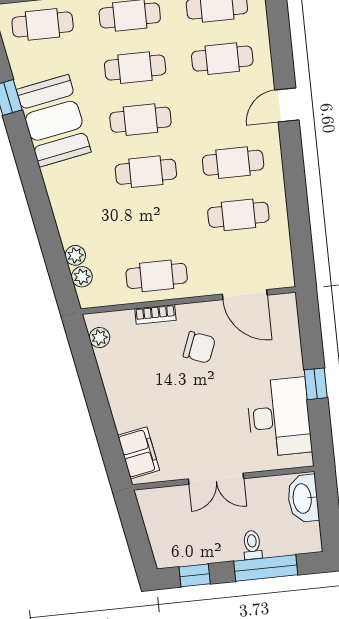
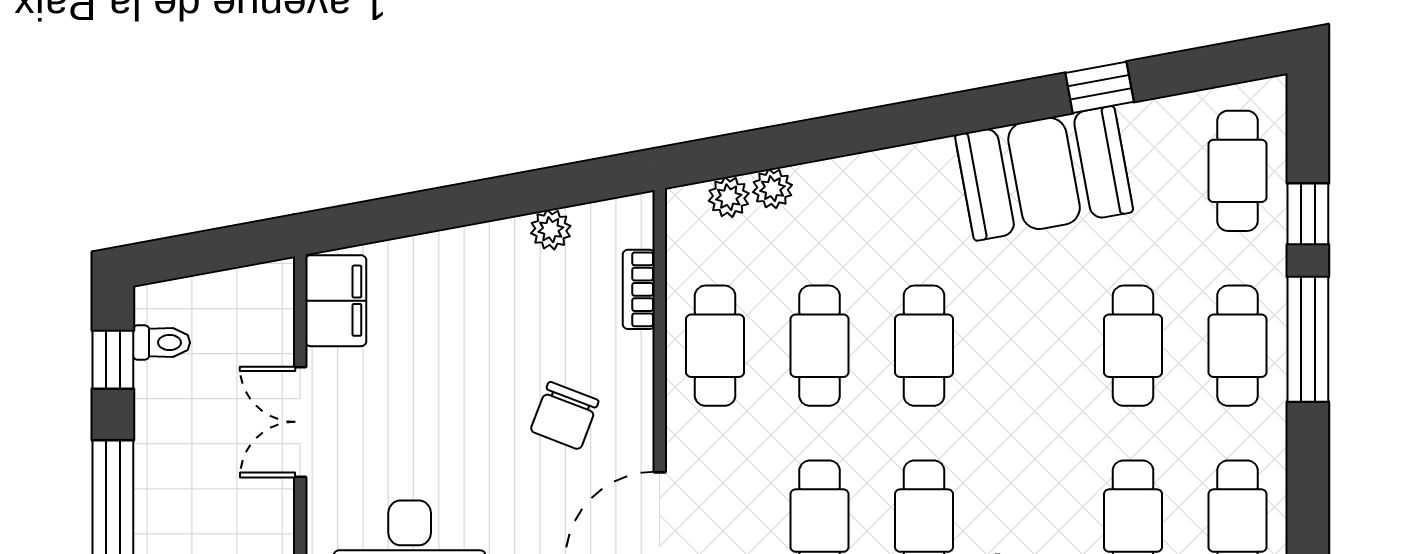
cafe table: (140, 120) -> (820, 346), moved
bookcase: (155, 314) -> (639, 289), moved
plant: (100, 338) -> (551, 230), moved
filing cabinet: (139, 453) -> (336, 301), moved, turned -80
toilet: (252, 545) -> (162, 343), moved

